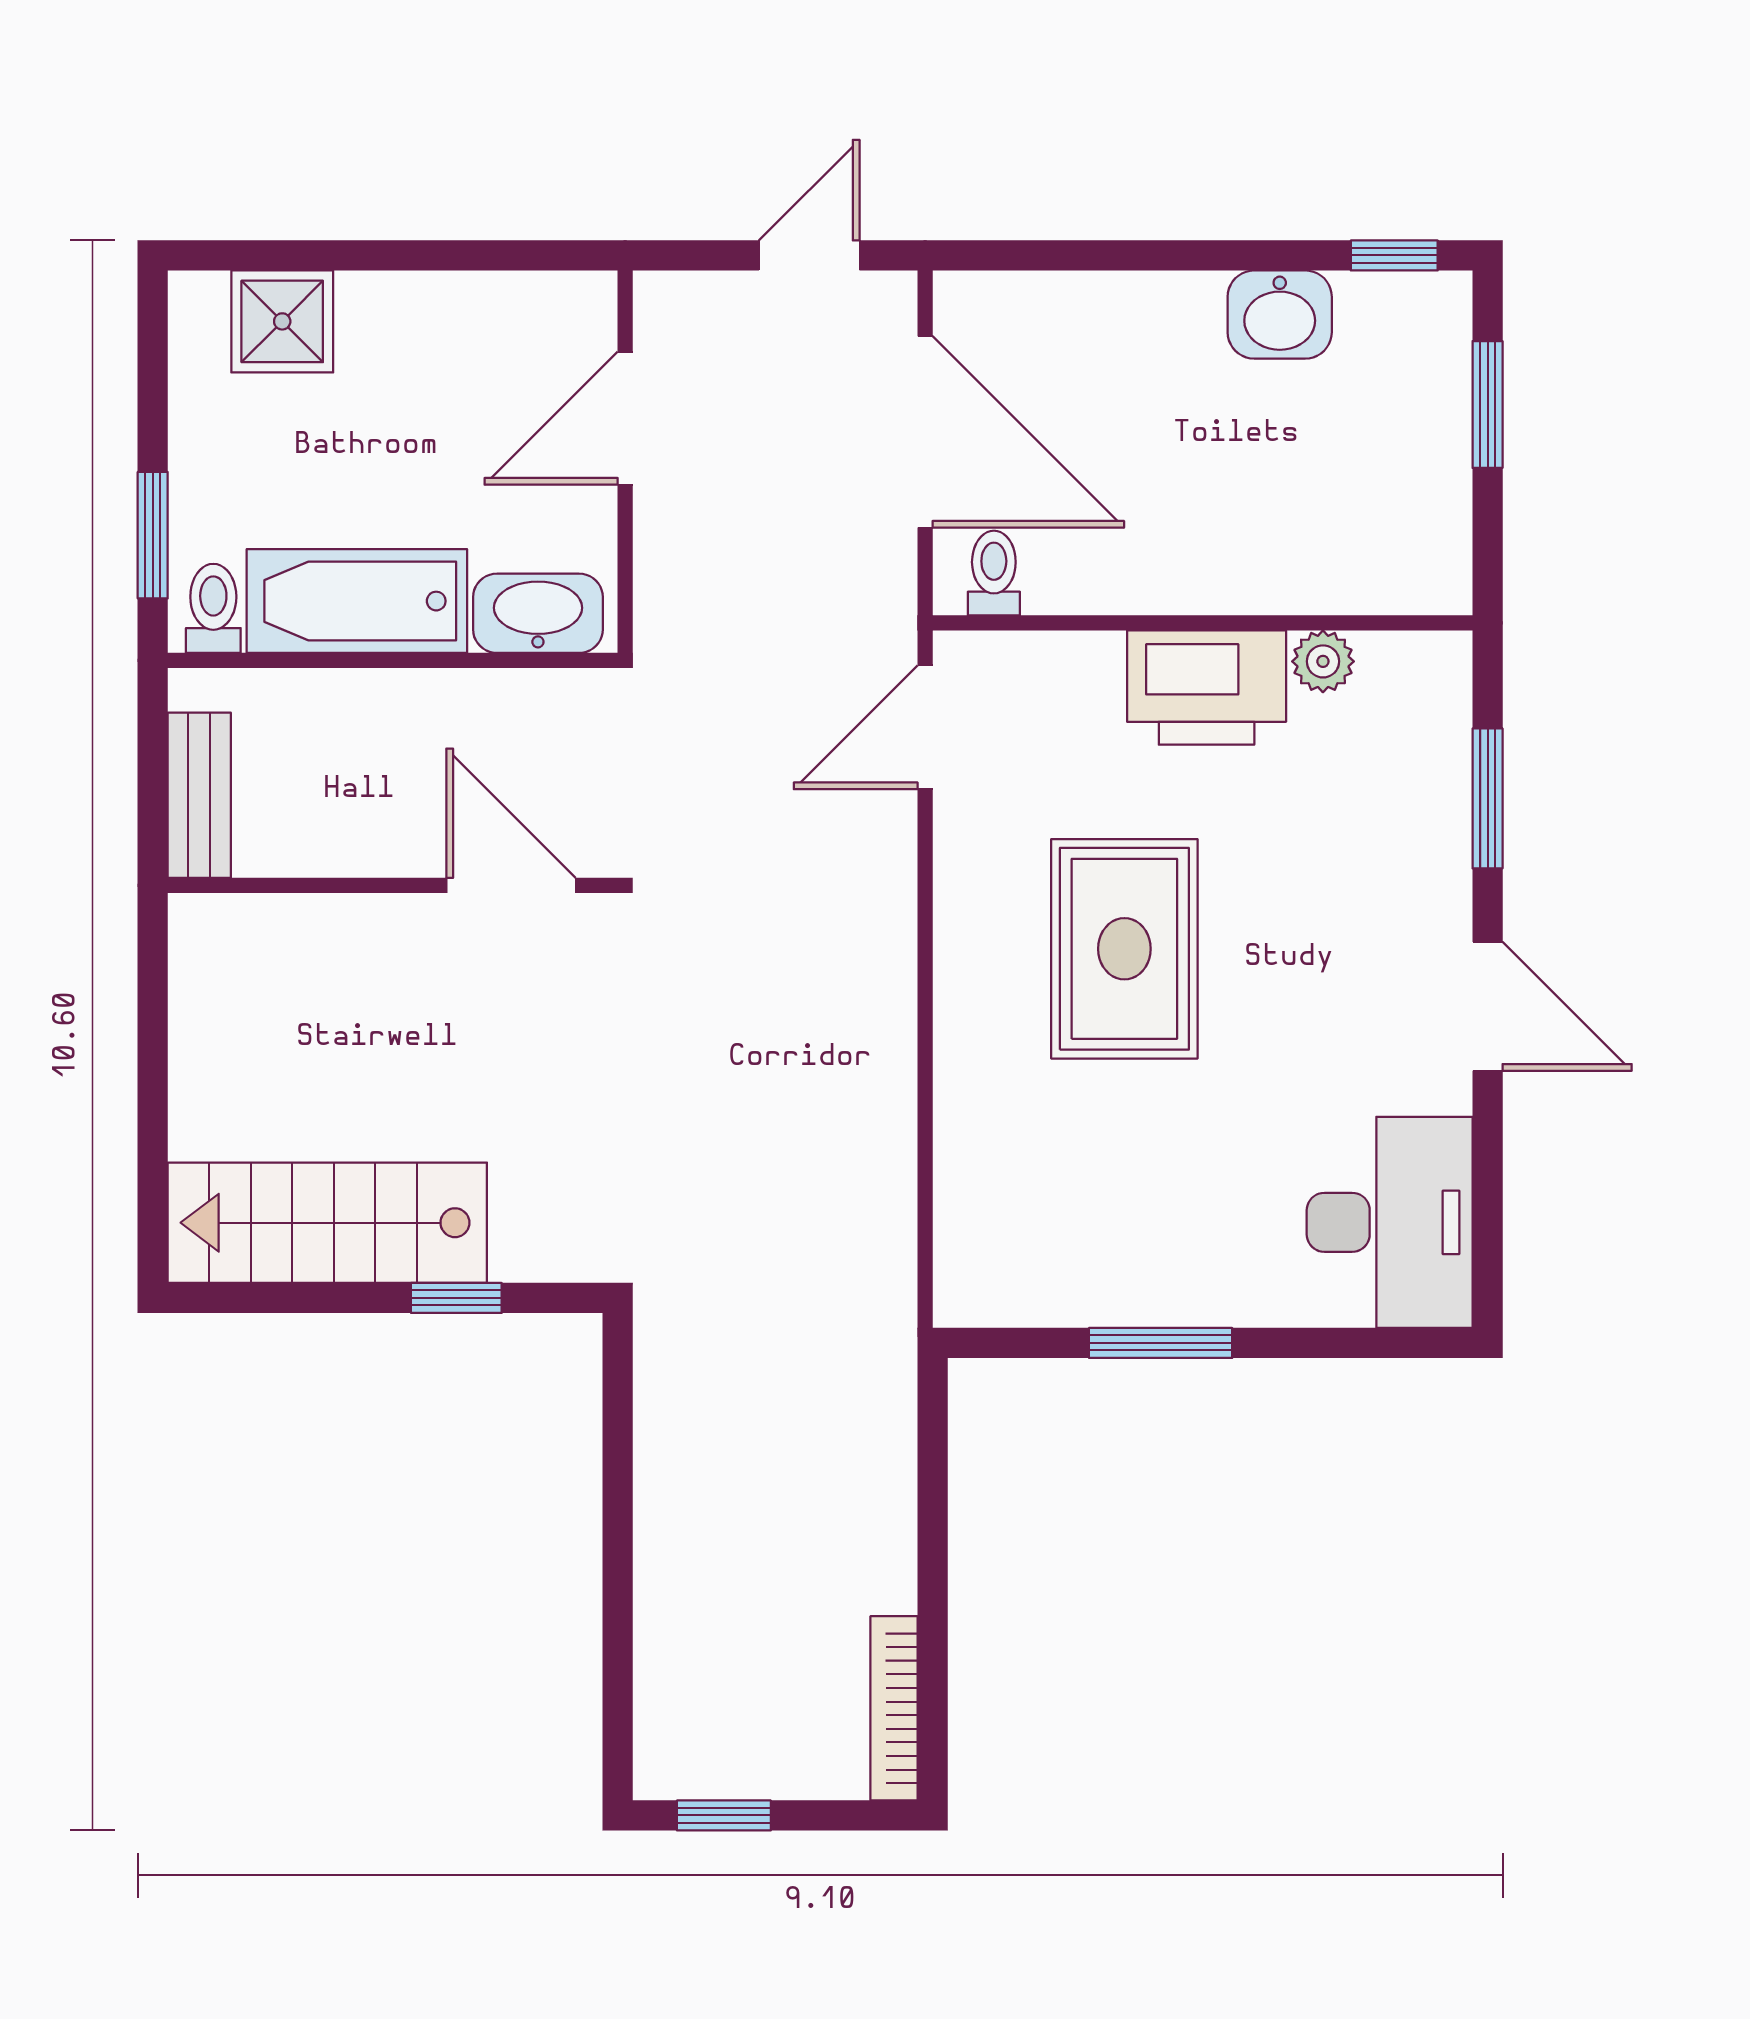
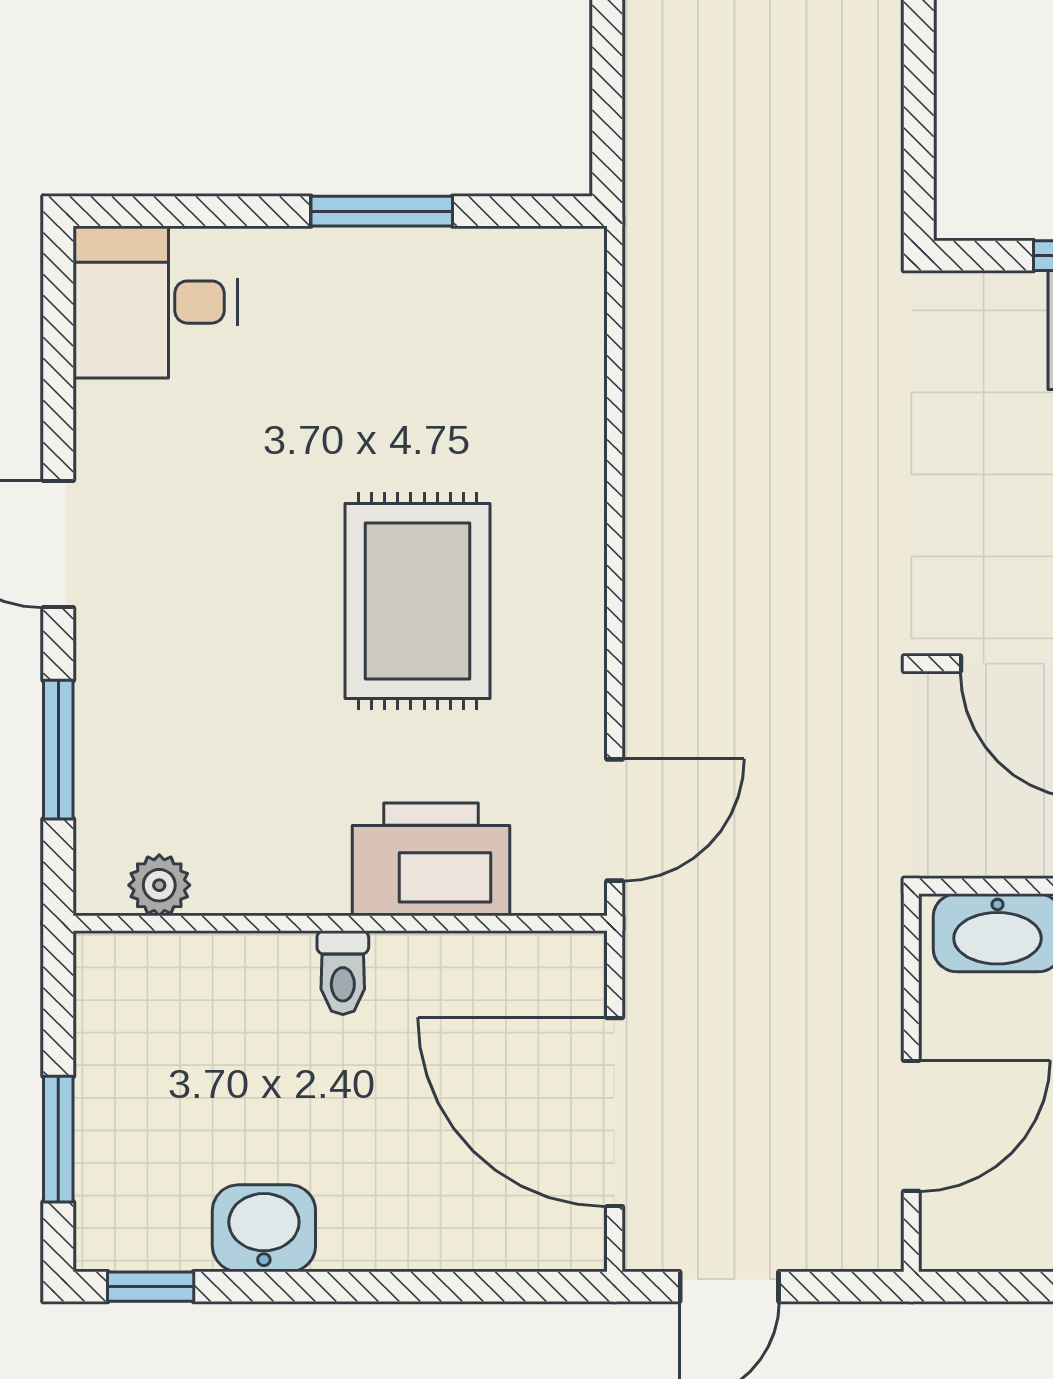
toilet: (994, 573) -> (343, 973), moved
plant: (1323, 661) -> (159, 885), moved
printer: (1207, 688) -> (431, 859), moved
desk: (1390, 1222) -> (155, 302), width x0.73

